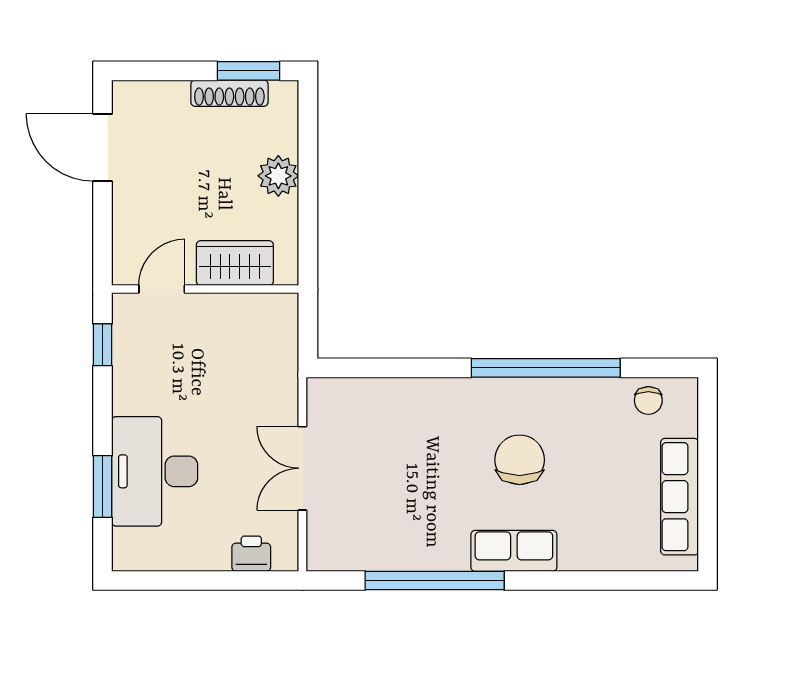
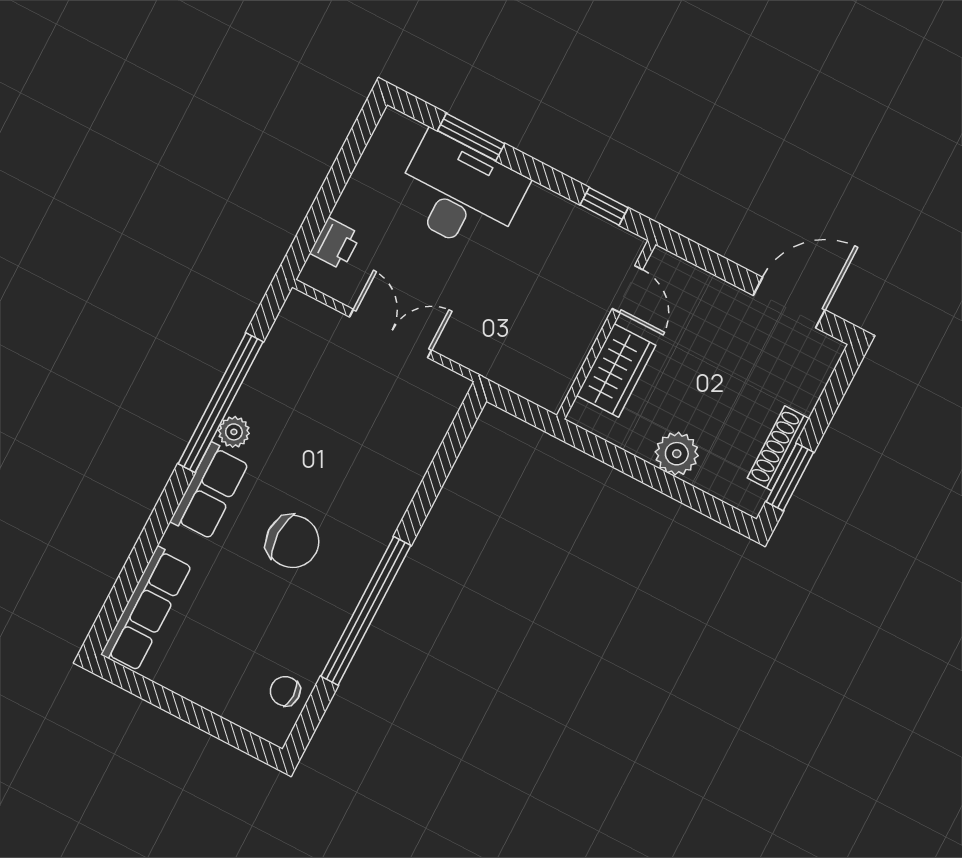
row of seats: (680, 497) -> (147, 609), moved, turned 90
plant: (453, 557) -> (234, 432), added

